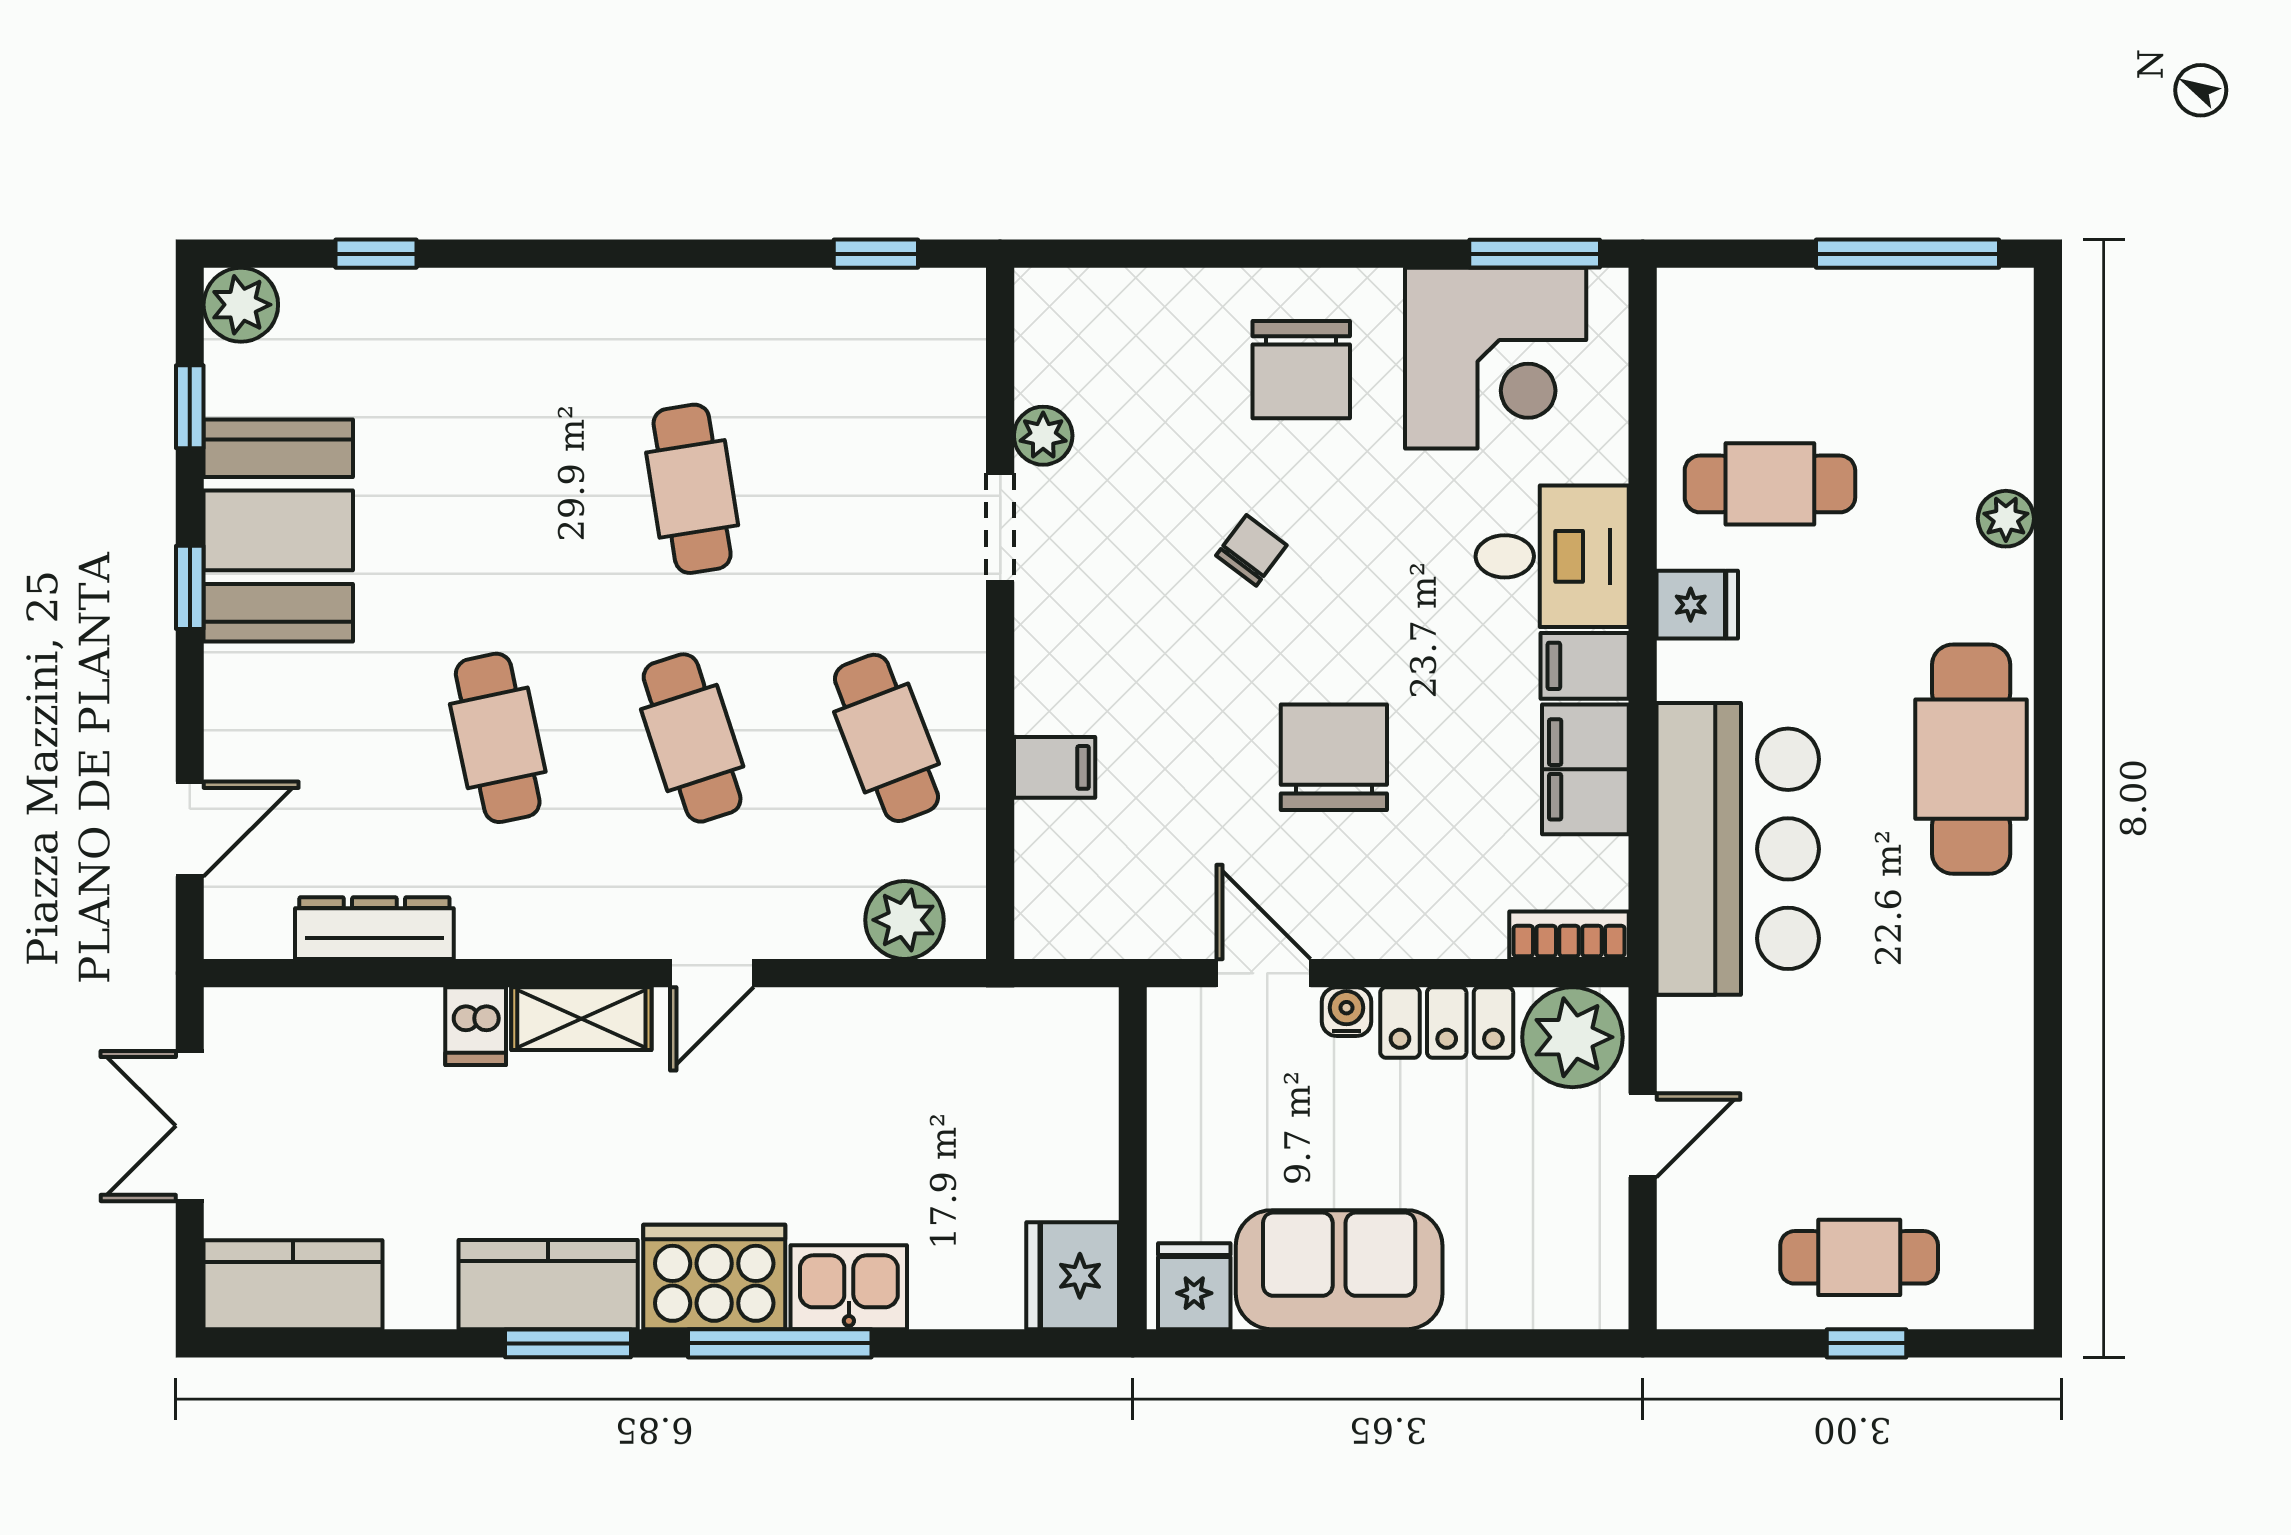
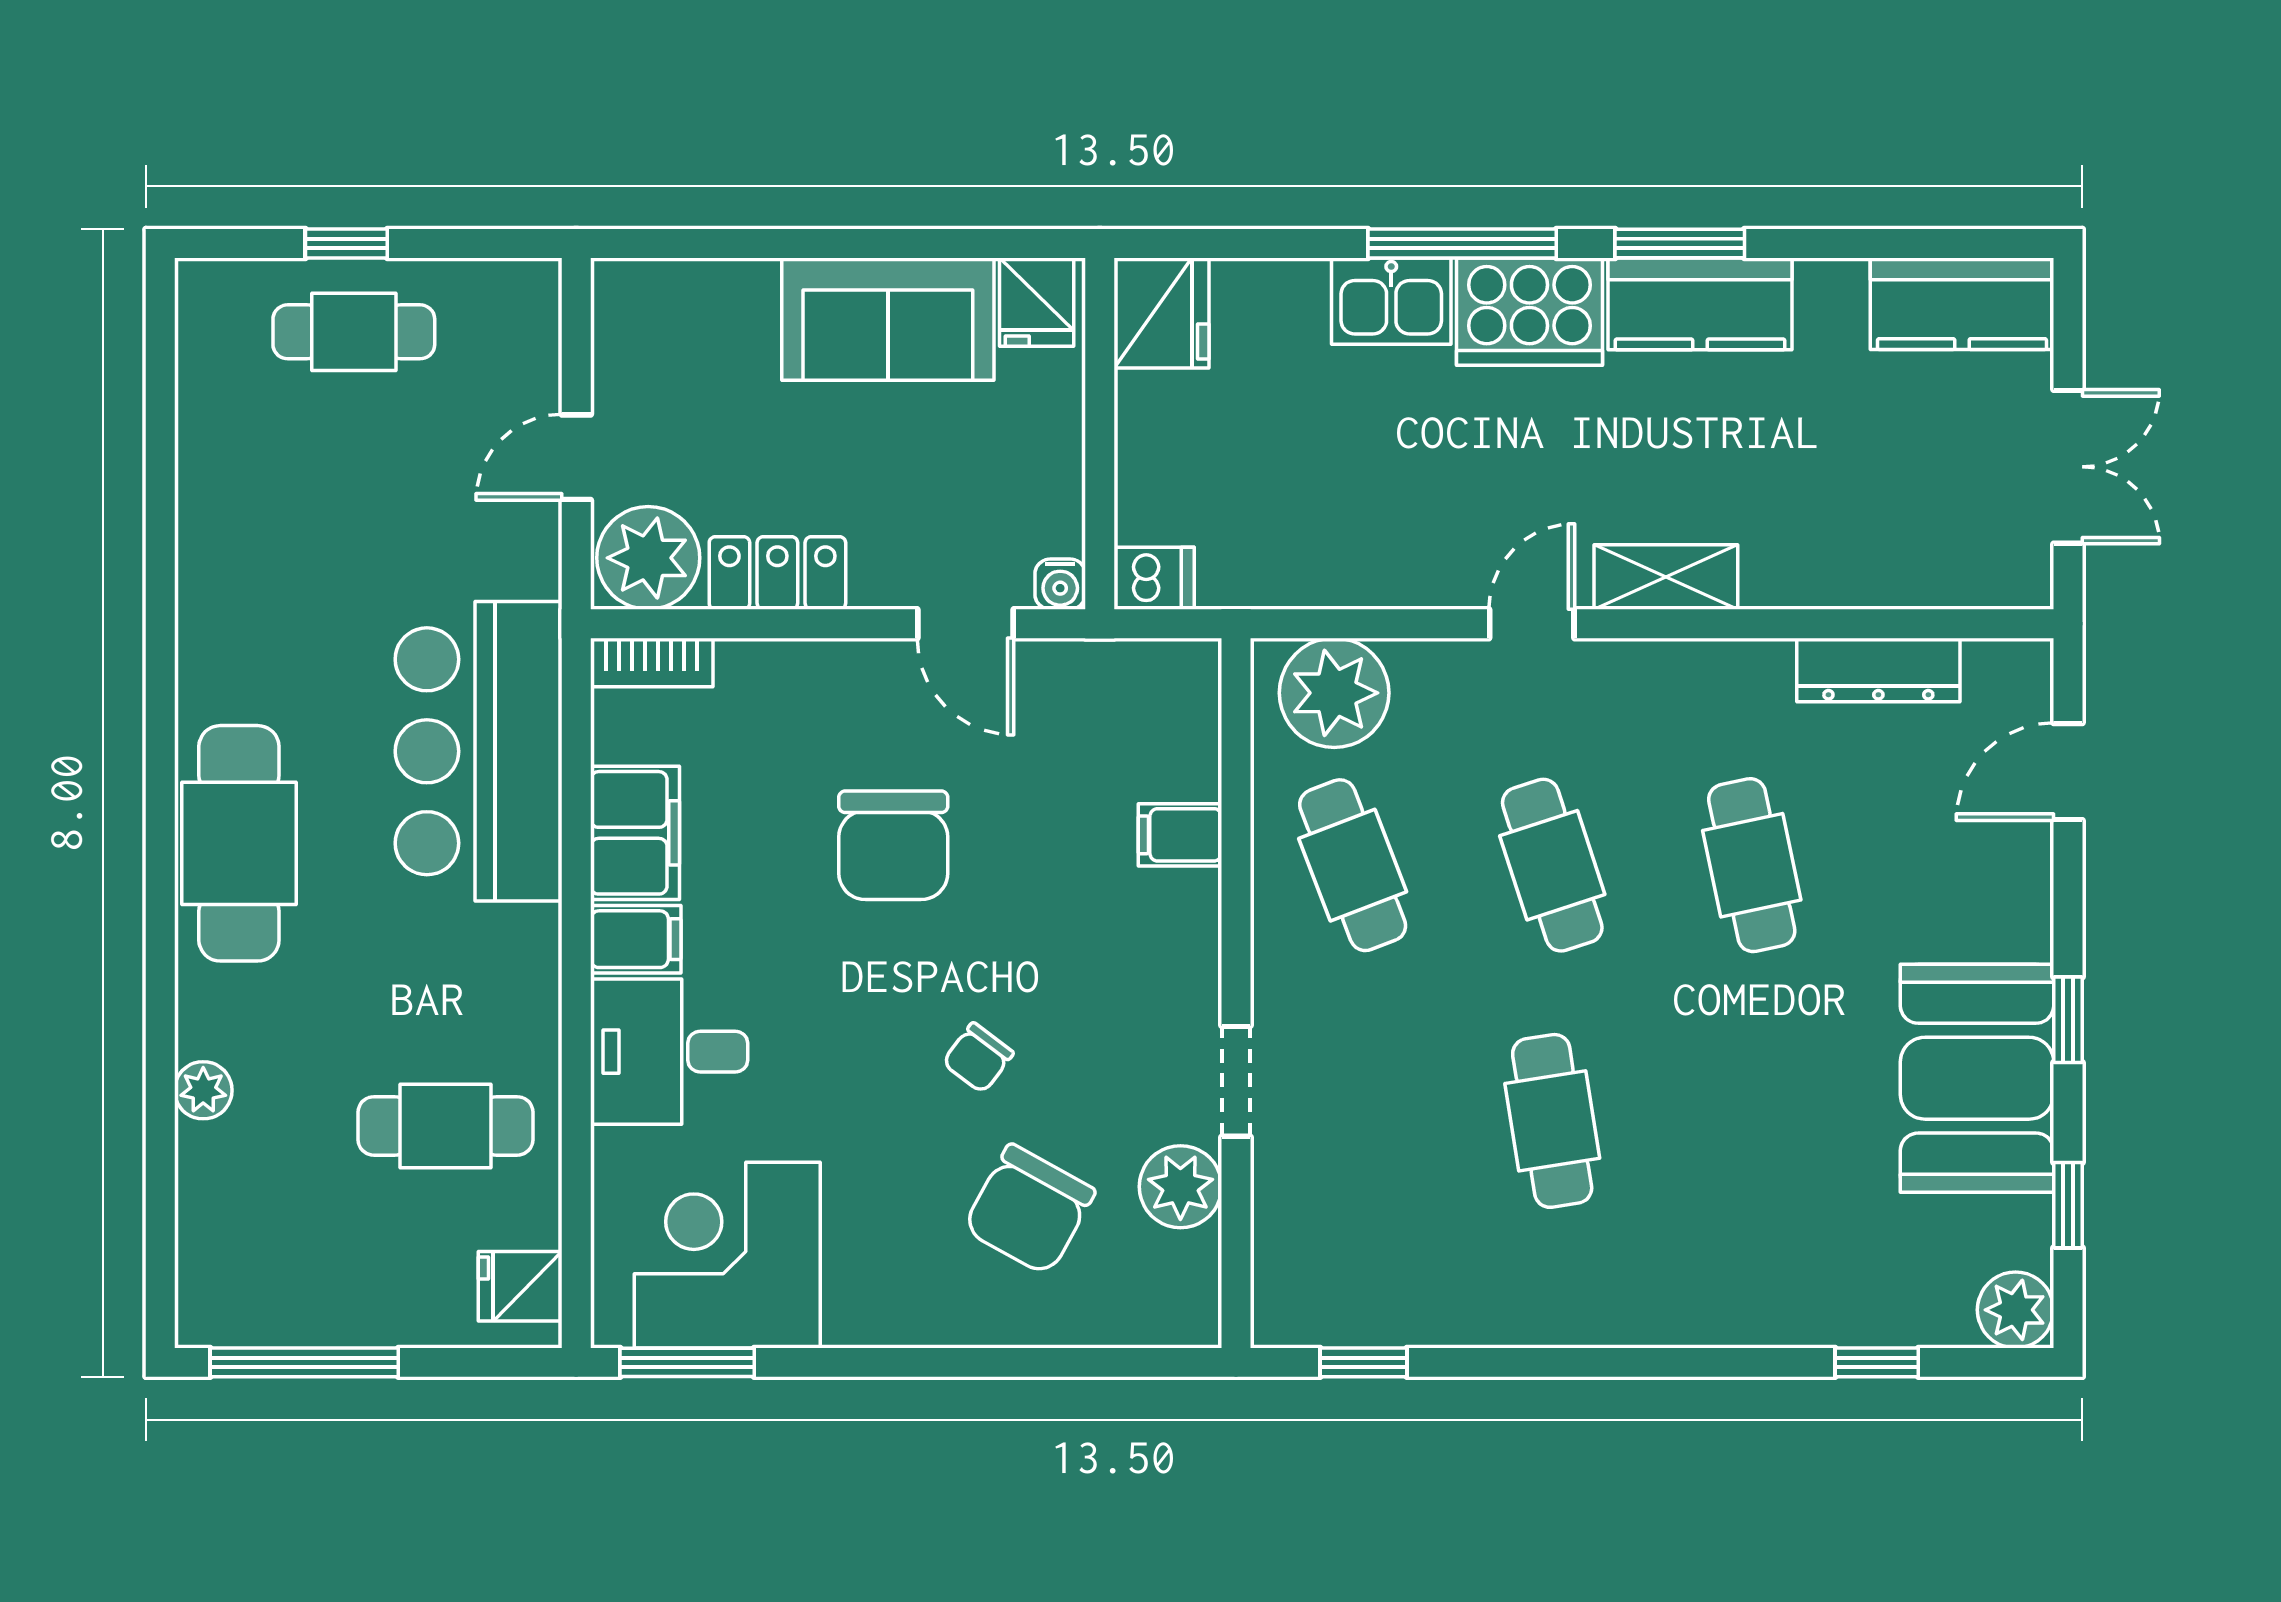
chair: (1301, 370) -> (1029, 1210), moved, turned -151
plant: (1043, 436) -> (1180, 1187), width x1.38, depth x1.38
fridge: (1697, 605) -> (520, 1286), moved
plant: (904, 920) -> (1334, 693), width x1.36, depth x1.36
water cooler: (1347, 1012) -> (1060, 584), moved
dishwasher: (476, 1026) -> (1154, 578), moved, turned 90

